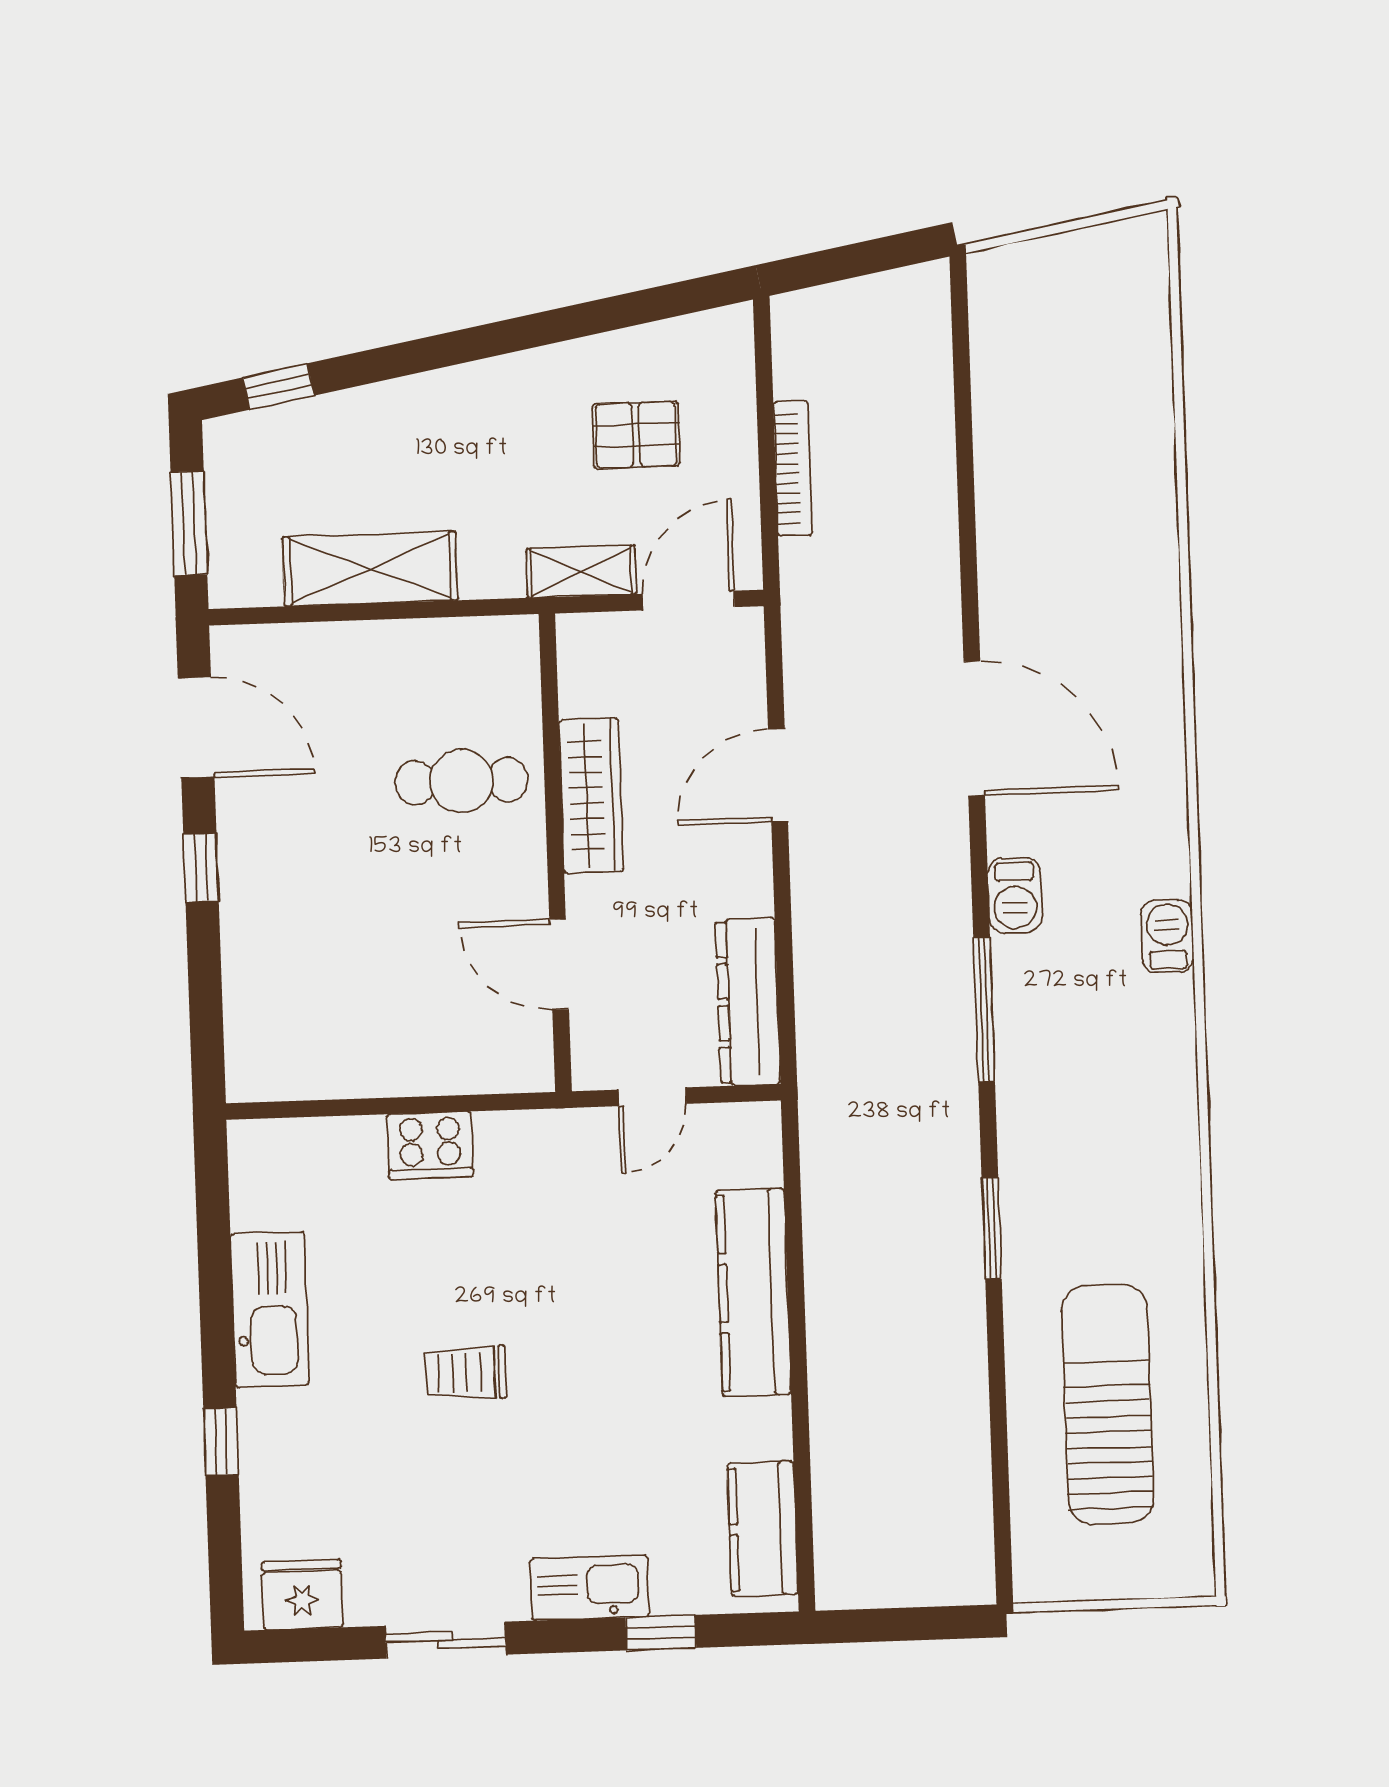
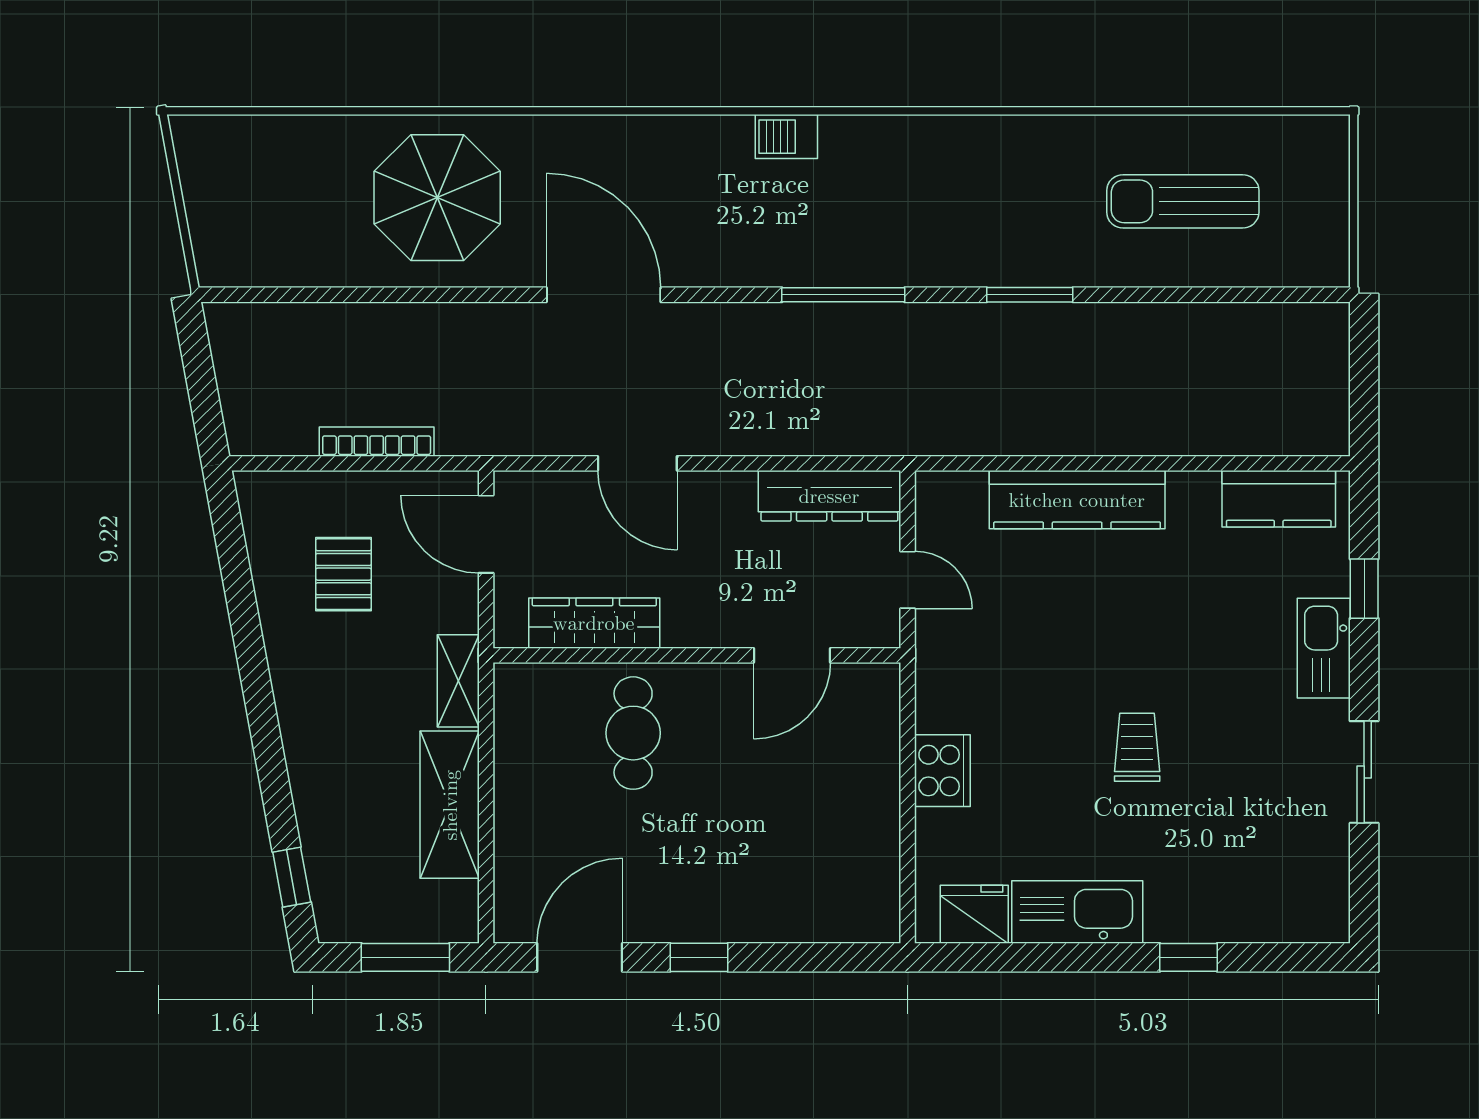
parasol: (1081, 529) -> (437, 198), added
shelving: (581, 572) -> (458, 681), moved
door: (974, 729) -> (604, 295), hinge flipped
wardrobe: (591, 796) -> (594, 623), moved
barbecue: (1015, 895) -> (747, 265), removed
trolley: (465, 1373) -> (1137, 747), turned 180
sun lounger: (1108, 1404) -> (1183, 201), width x0.73, depth x0.75
fridge: (302, 1594) -> (974, 914), moved, turned 90

